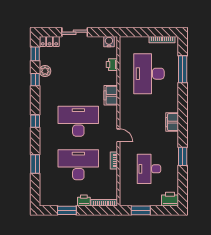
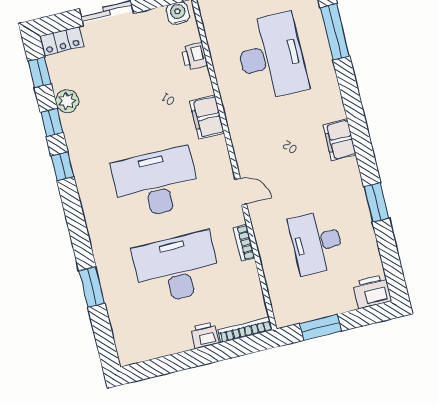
desk: (149, 74) -> (271, 57), turned 180
window: (35, 121) -> (62, 166), moved
window: (67, 210) -> (176, 362), removed

